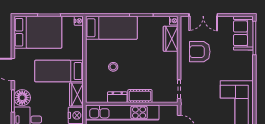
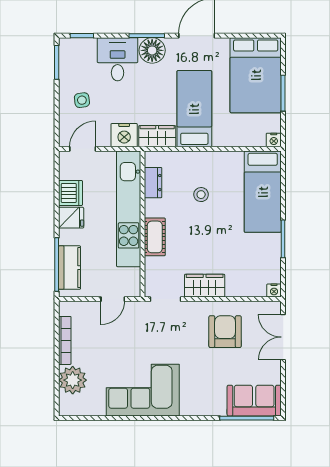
wardrobe: (171, 39) -> (205, 286), moved
dresser: (117, 97) -> (153, 183), moved

